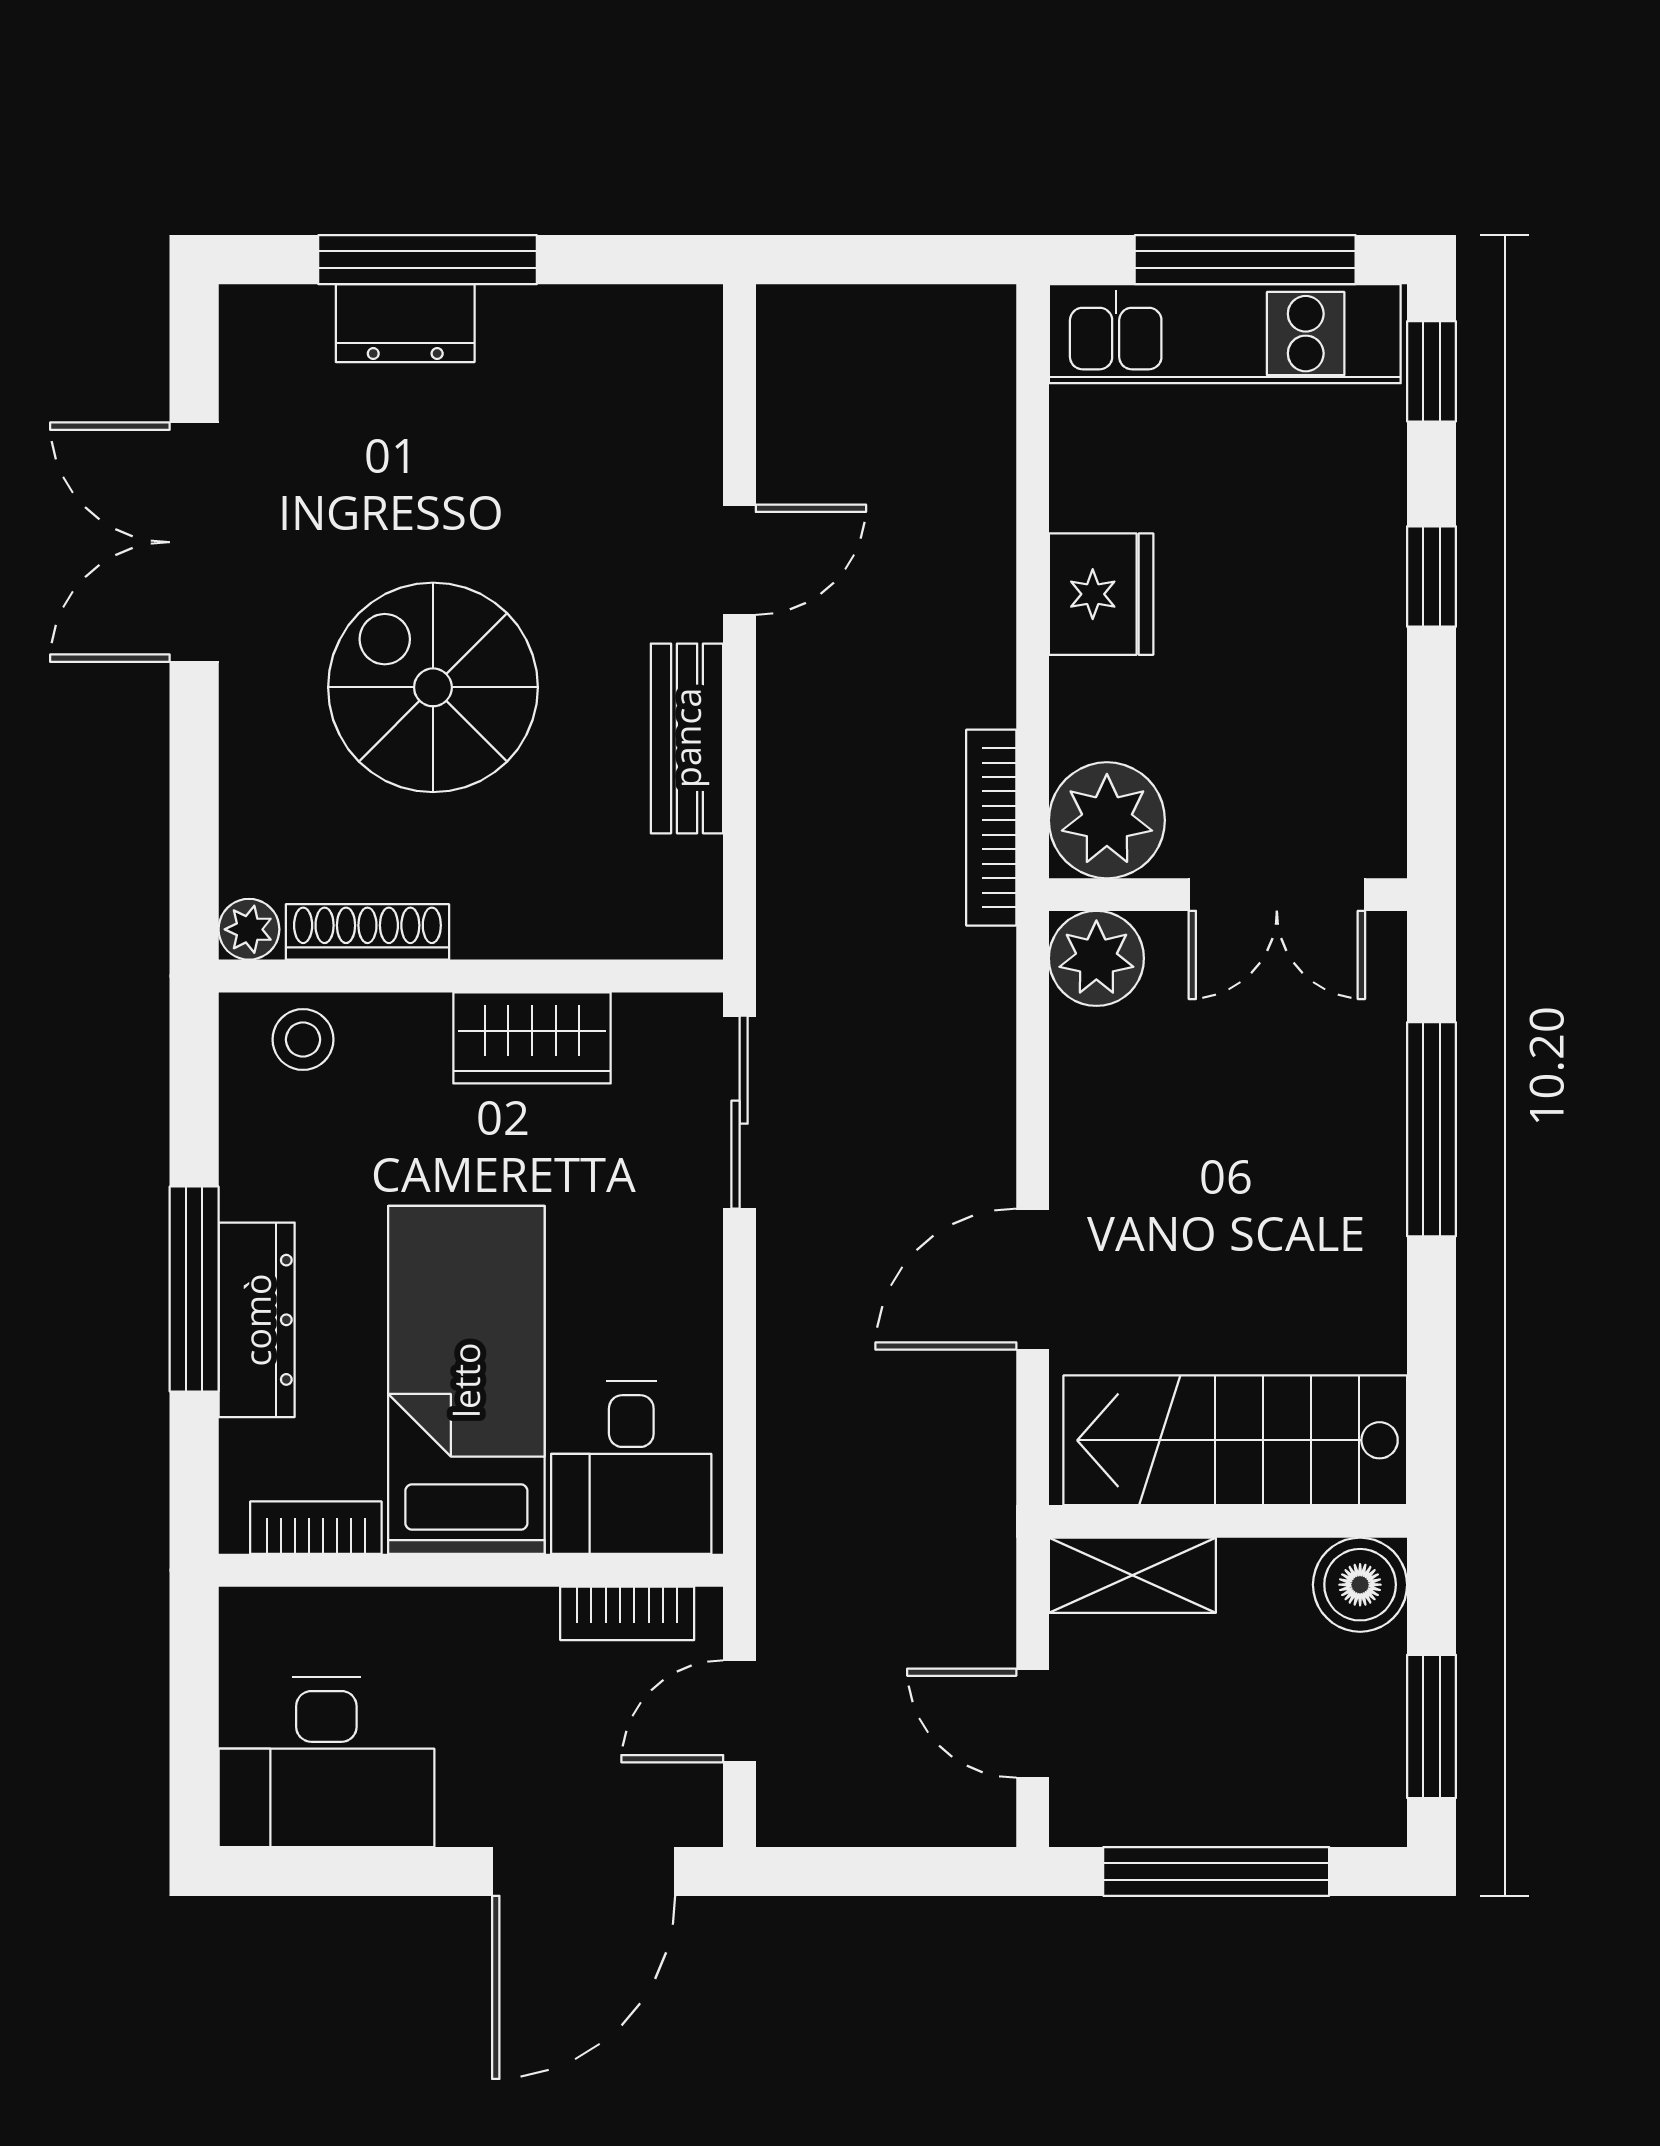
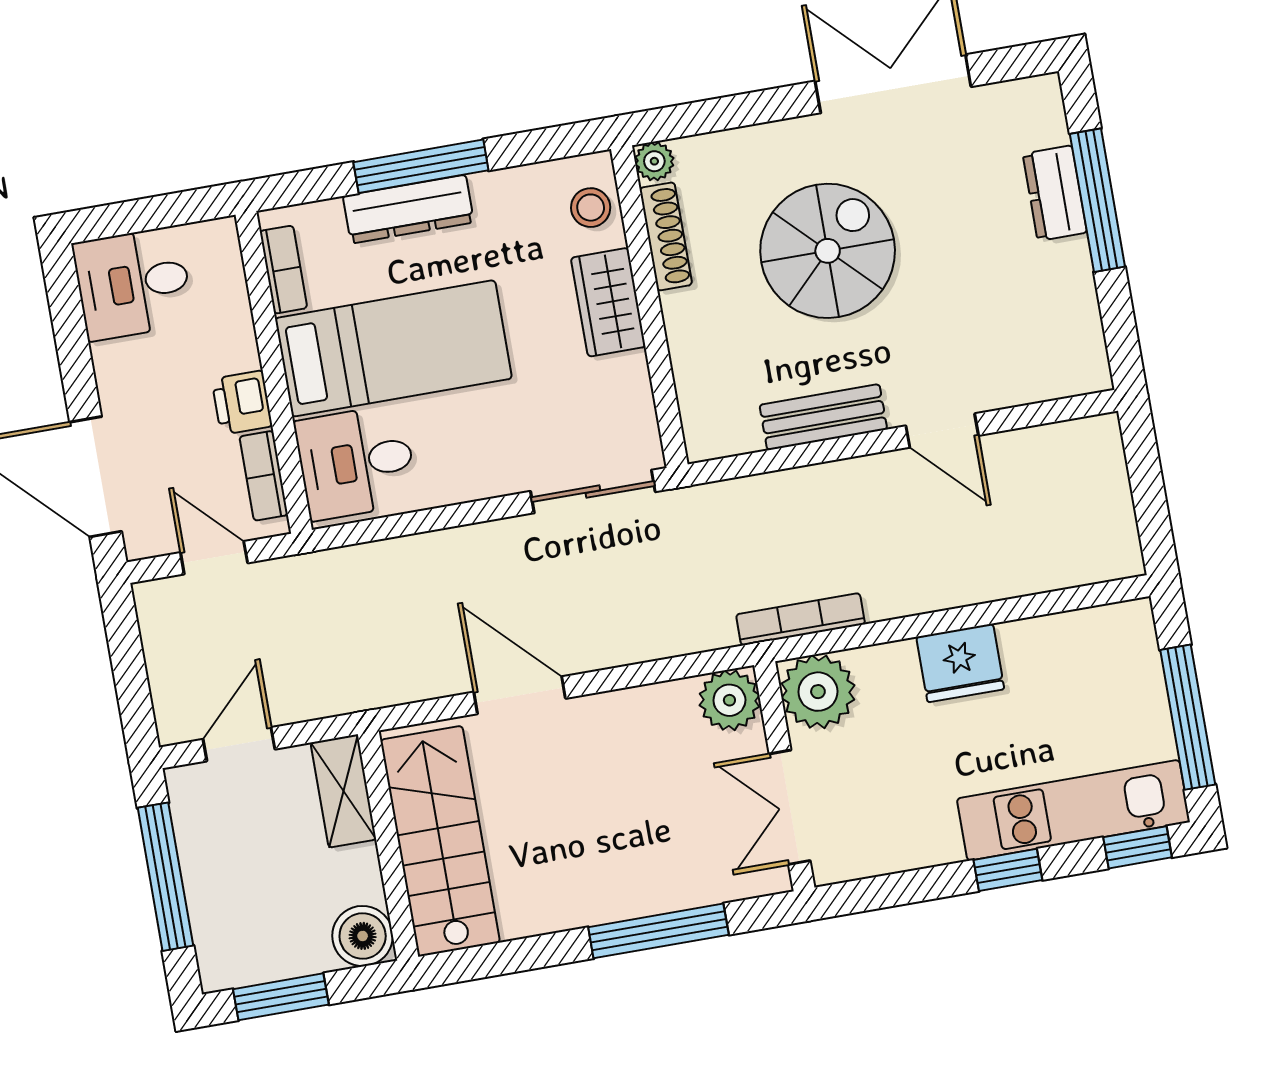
kitchen unit: (1225, 334) -> (1073, 810), moved, turned 90
wardrobe: (532, 1038) -> (608, 302), moved
printer: (509, 1627) -> (242, 403), added
desk: (326, 1762) -> (133, 284), width x0.73

